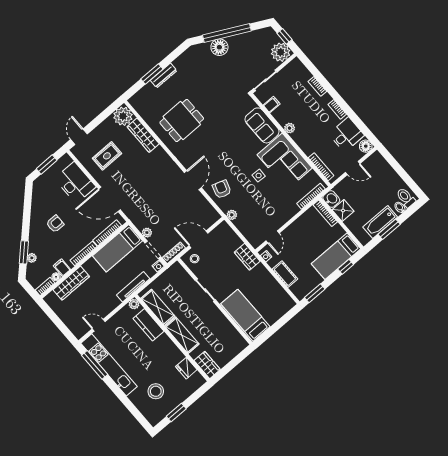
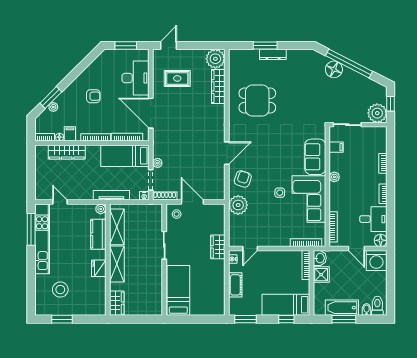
washing machine: (376, 164) -> (376, 260), added
plant: (232, 215) -> (238, 205), width x1.88, depth x1.88
fridge: (186, 368) -> (99, 268), moved

